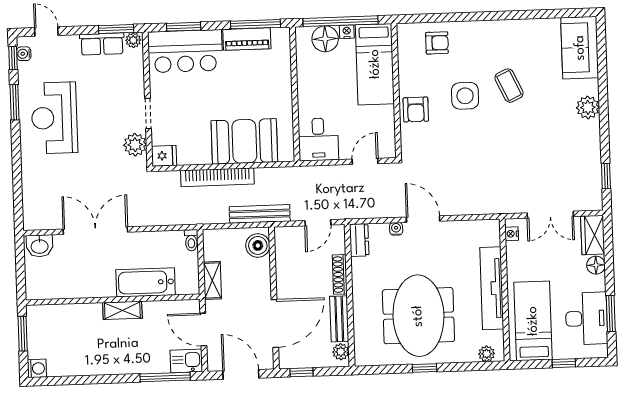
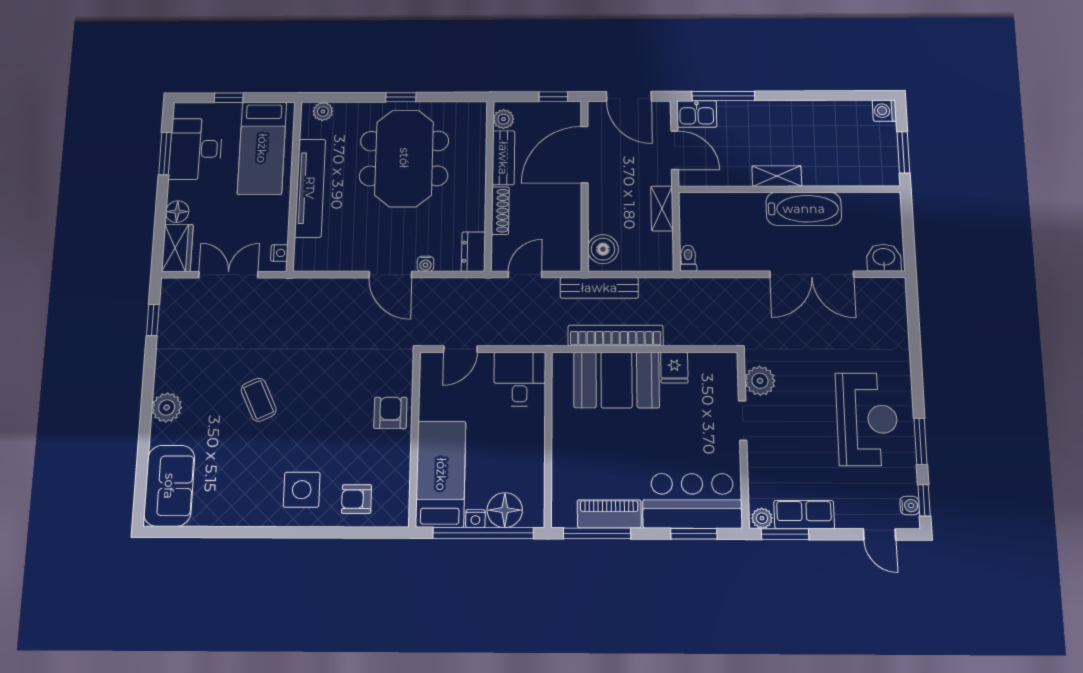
coffee table: (509, 86) -> (259, 400), moved
side table: (465, 96) -> (302, 490), moved
fridge: (164, 156) -> (674, 368), moved, turned -90
bookcase: (217, 177) -> (616, 336), moved
bathtub: (146, 282) -> (804, 209), moved

